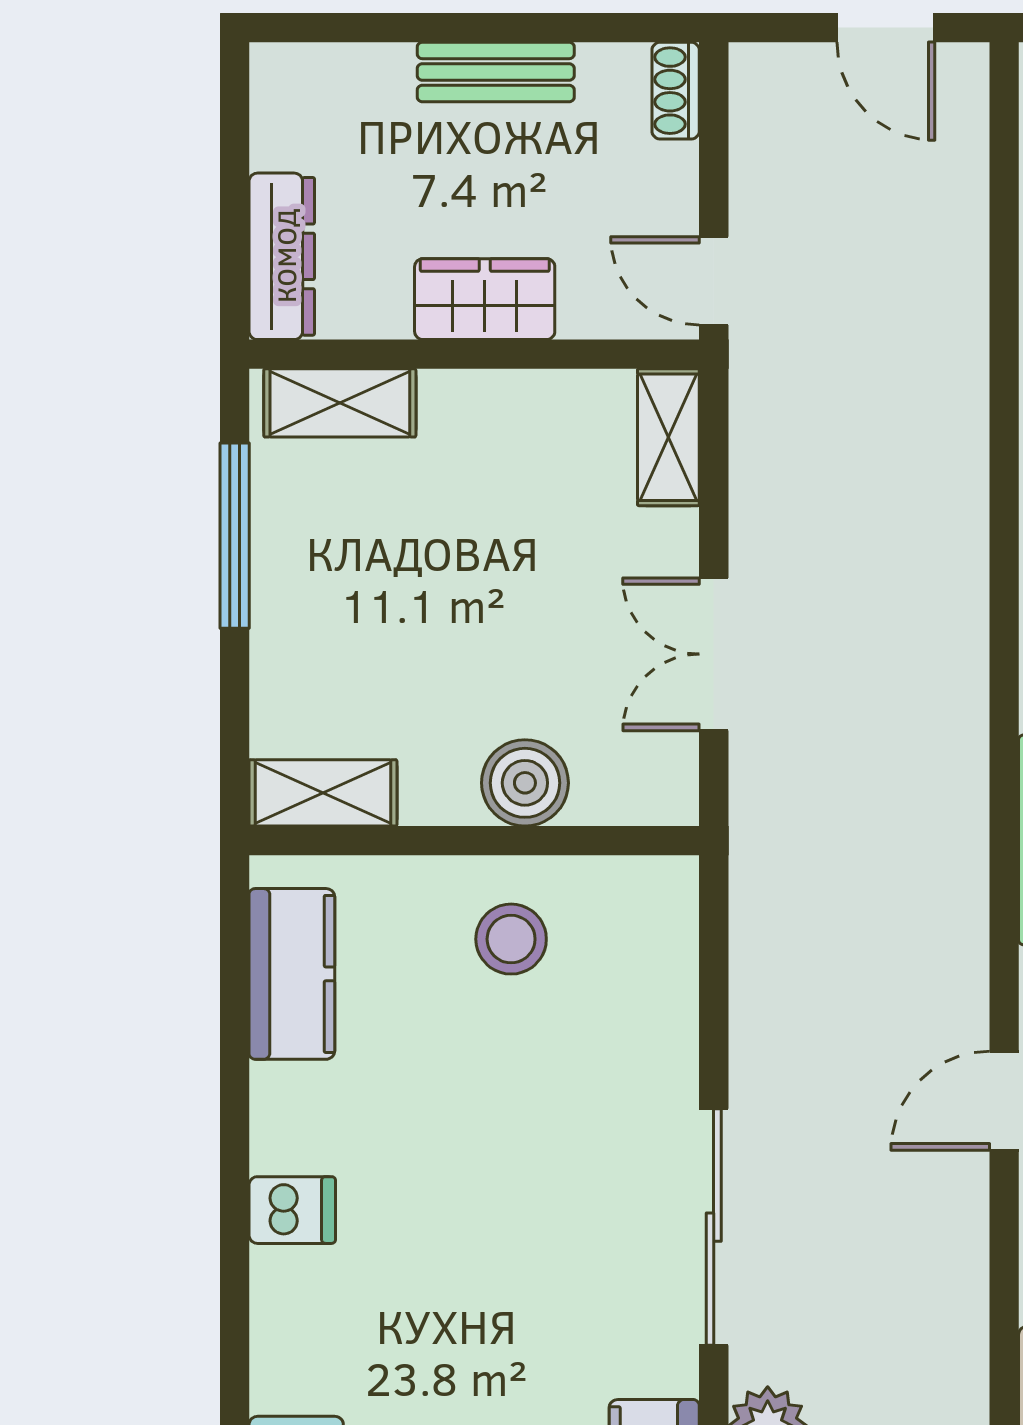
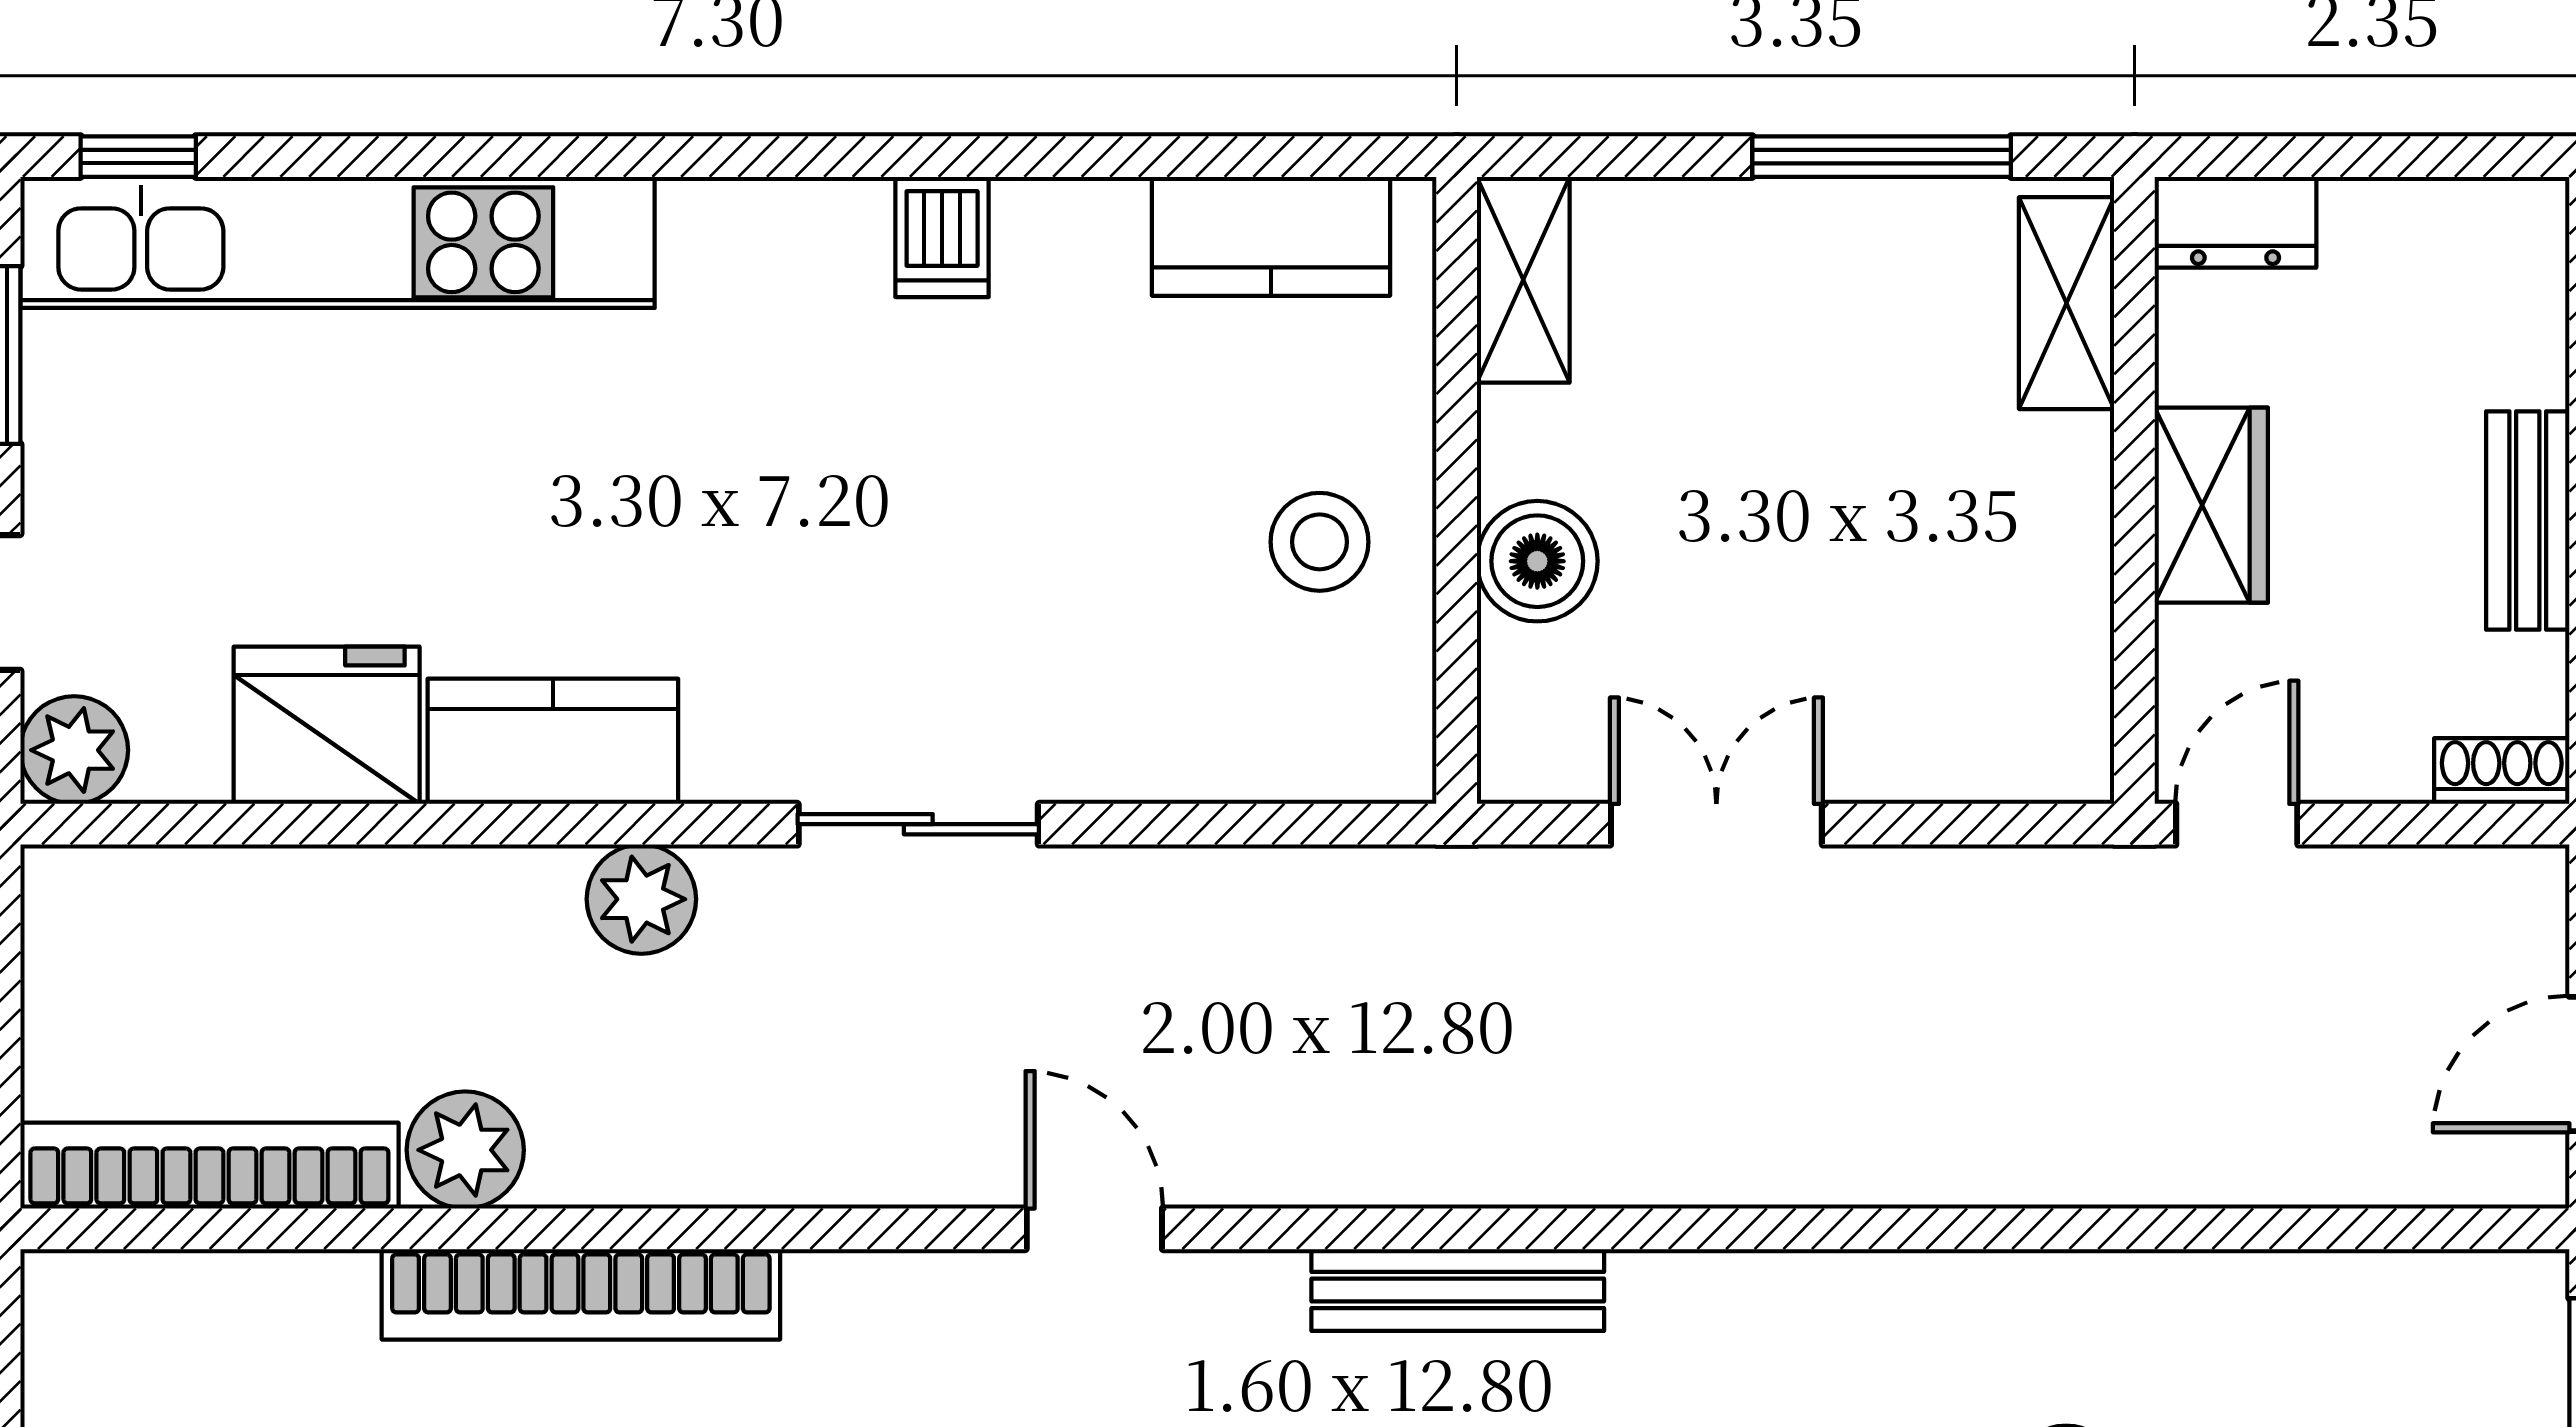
dresser: (282, 256) -> (2235, 222), width x0.70
shelving: (668, 437) -> (2019, 761), removed
sliding door: (714, 1227) -> (918, 824), width x0.73

